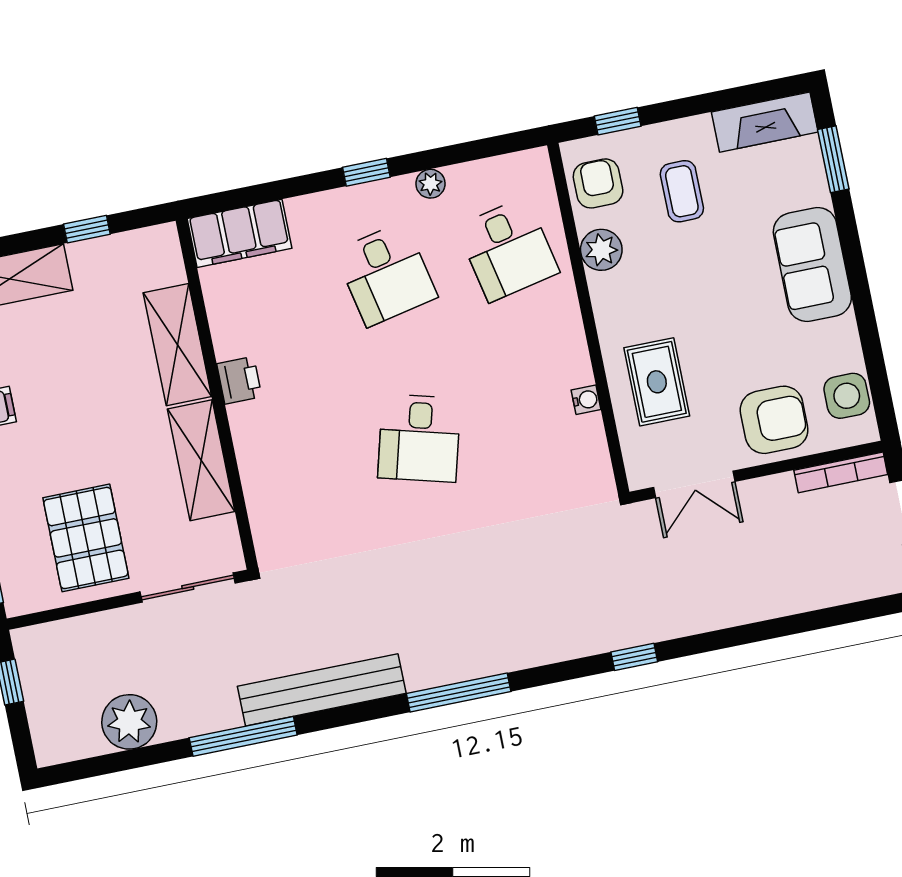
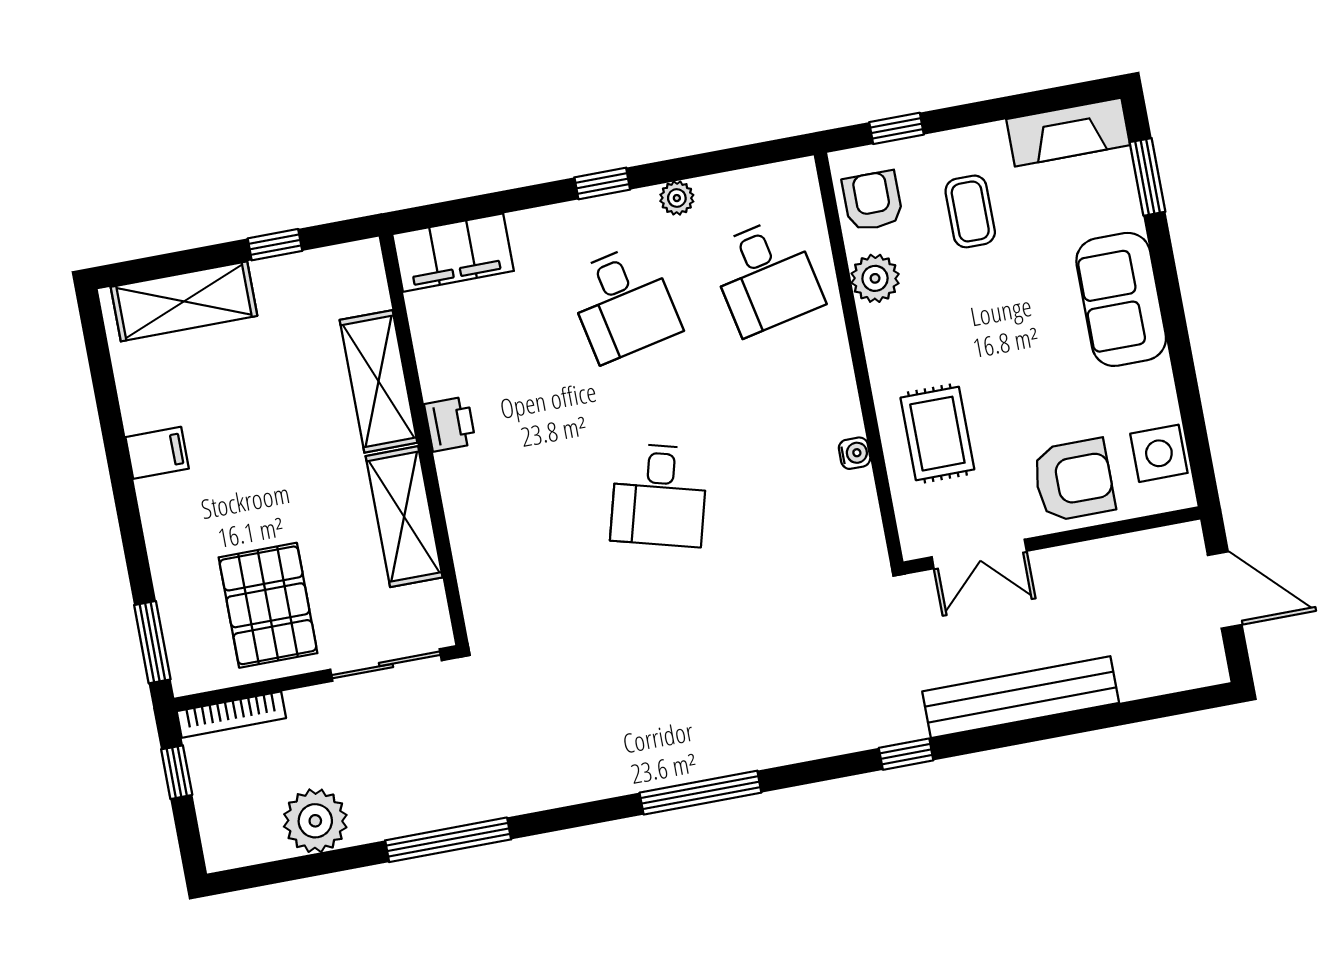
bookcase: (841, 472) -> (231, 715), moved
bench: (322, 690) -> (1021, 697), moved

